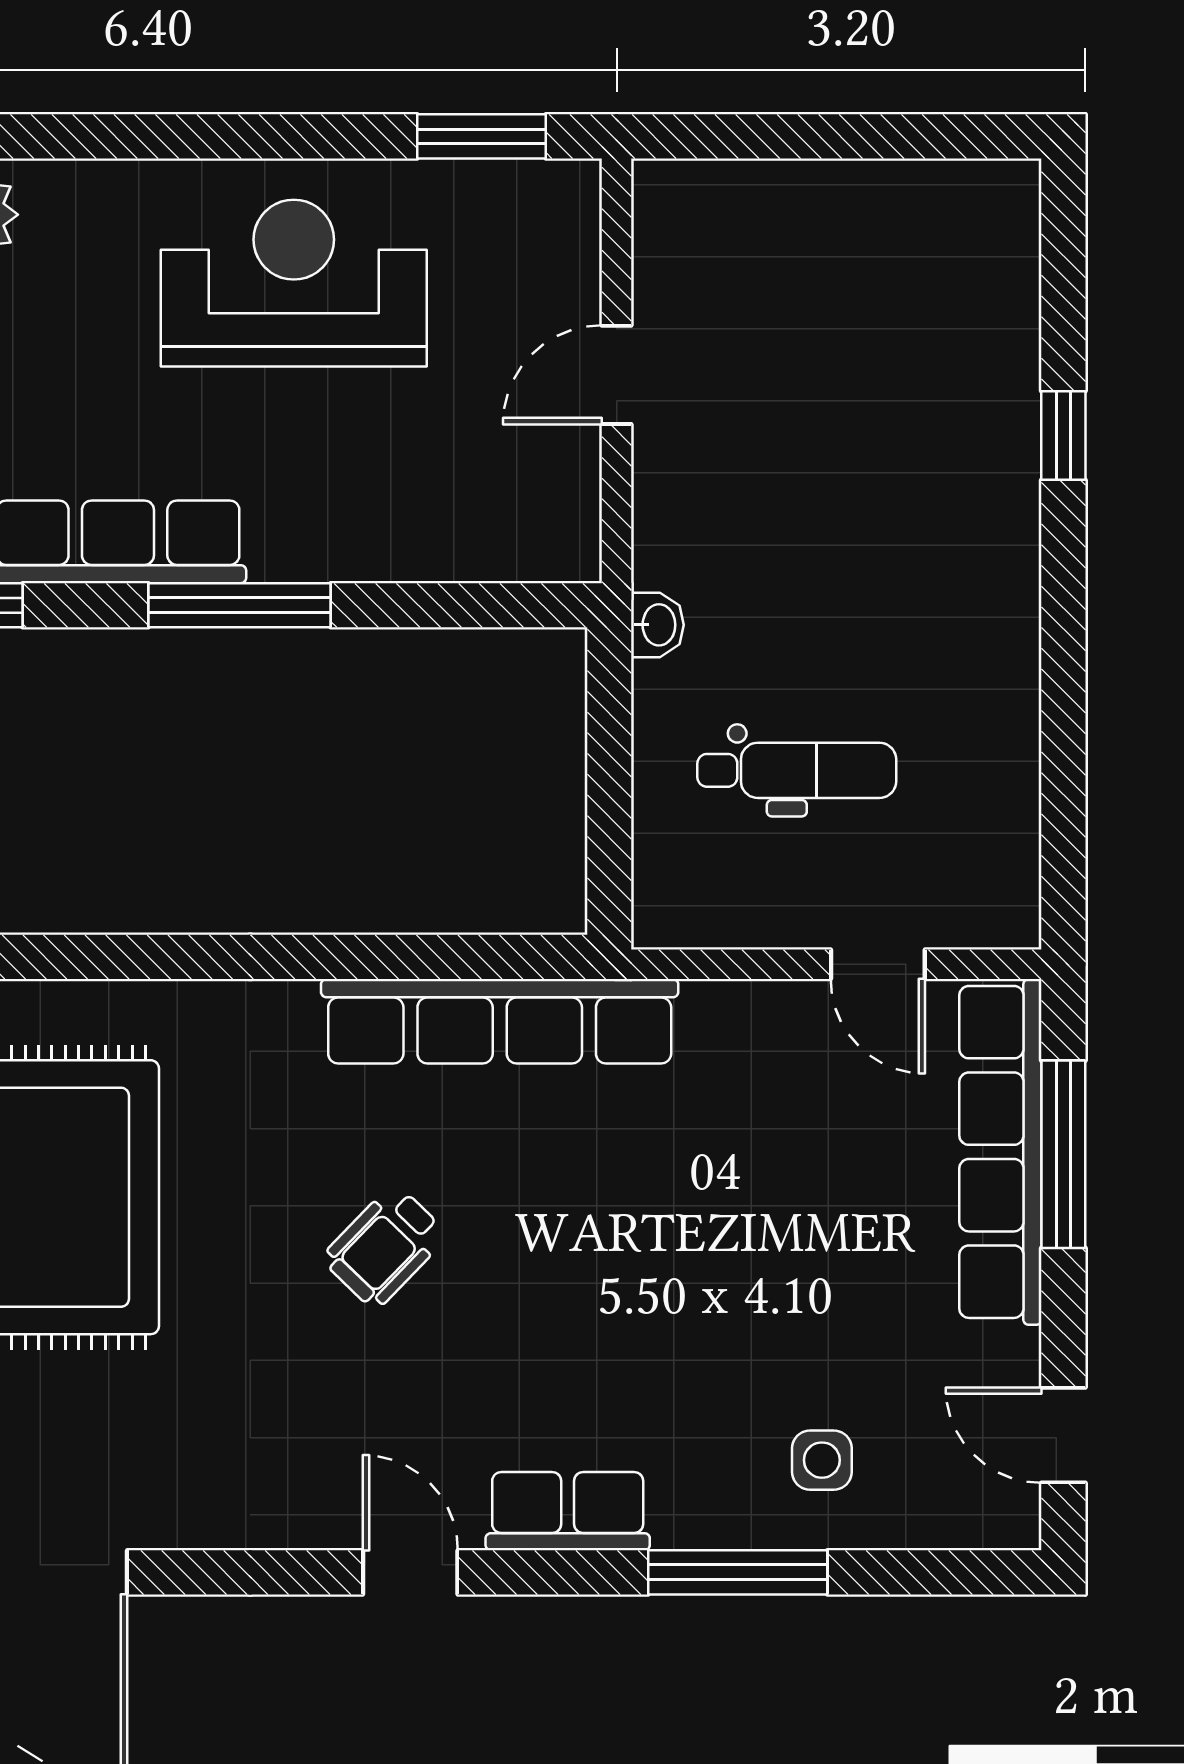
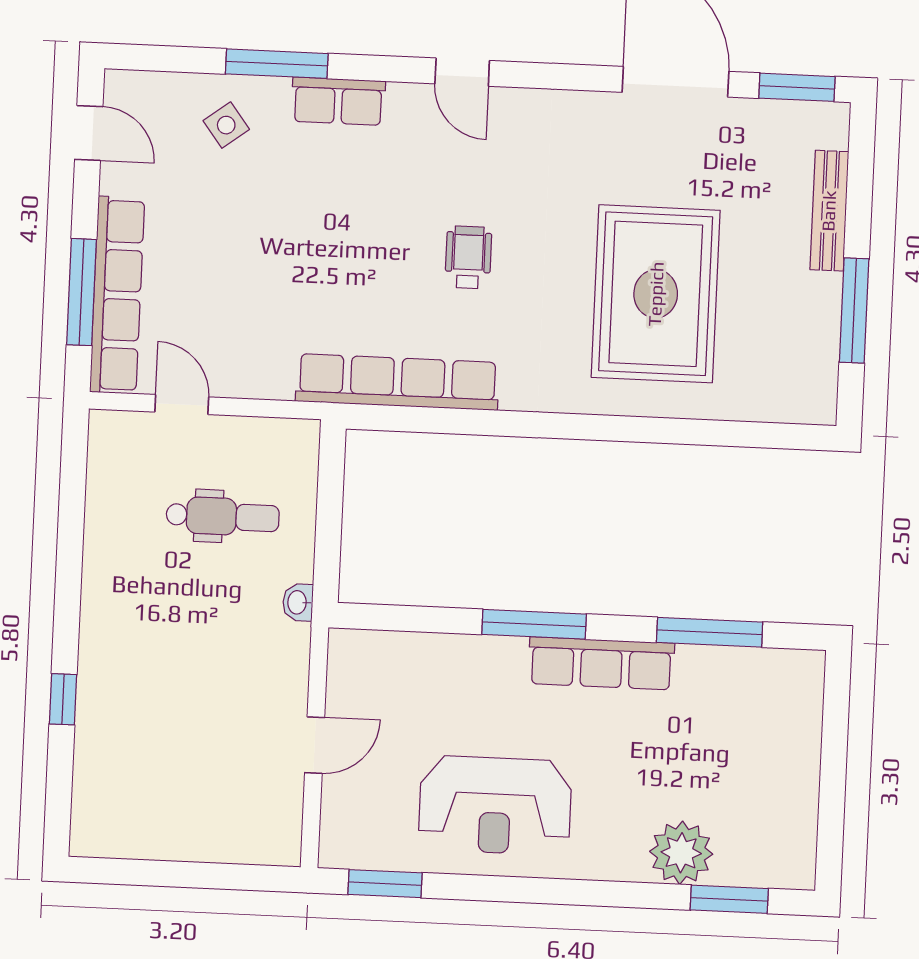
dental chair: (797, 770) -> (223, 516), turned 180
wheelchair: (385, 1247) -> (468, 257), turned -44
side table: (822, 1460) -> (226, 125), turned -37
row of seats: (568, 1511) -> (338, 101), moved

